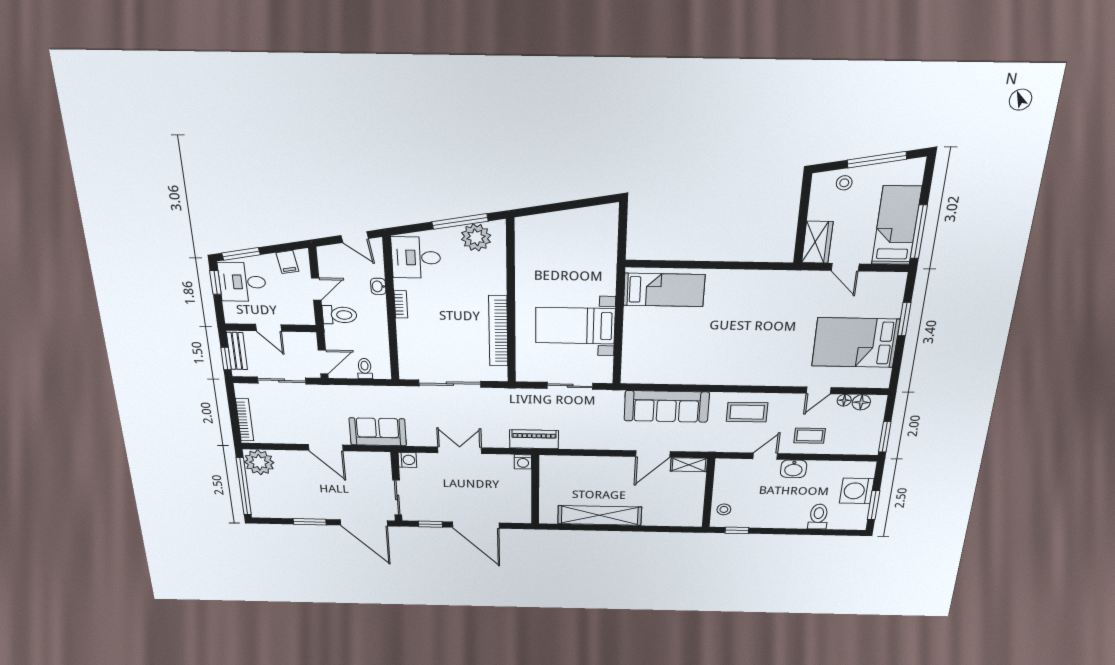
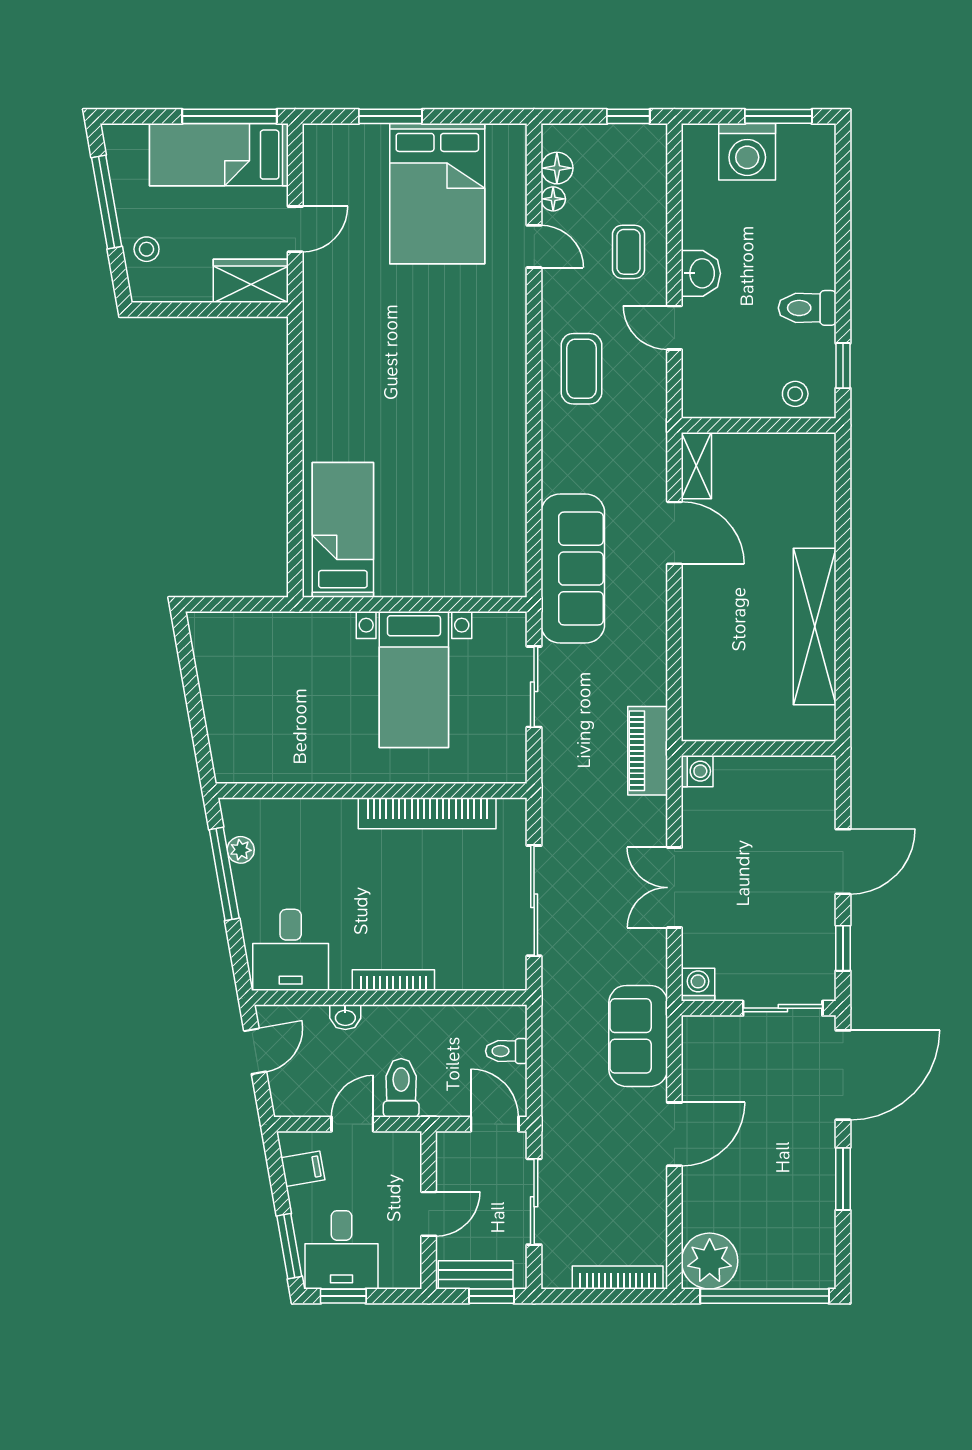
plant: (476, 237) -> (241, 850), width x0.53, depth x0.53
door: (316, 289) -> (352, 1124), hinge flipped
bookcase: (401, 304) -> (393, 980), width x1.56
sofa: (667, 406) -> (573, 569), moved
window: (885, 437) -> (628, 116), width x0.67
toilet: (818, 517) -> (807, 308), moved
door: (476, 525) -> (843, 862), width x0.73

